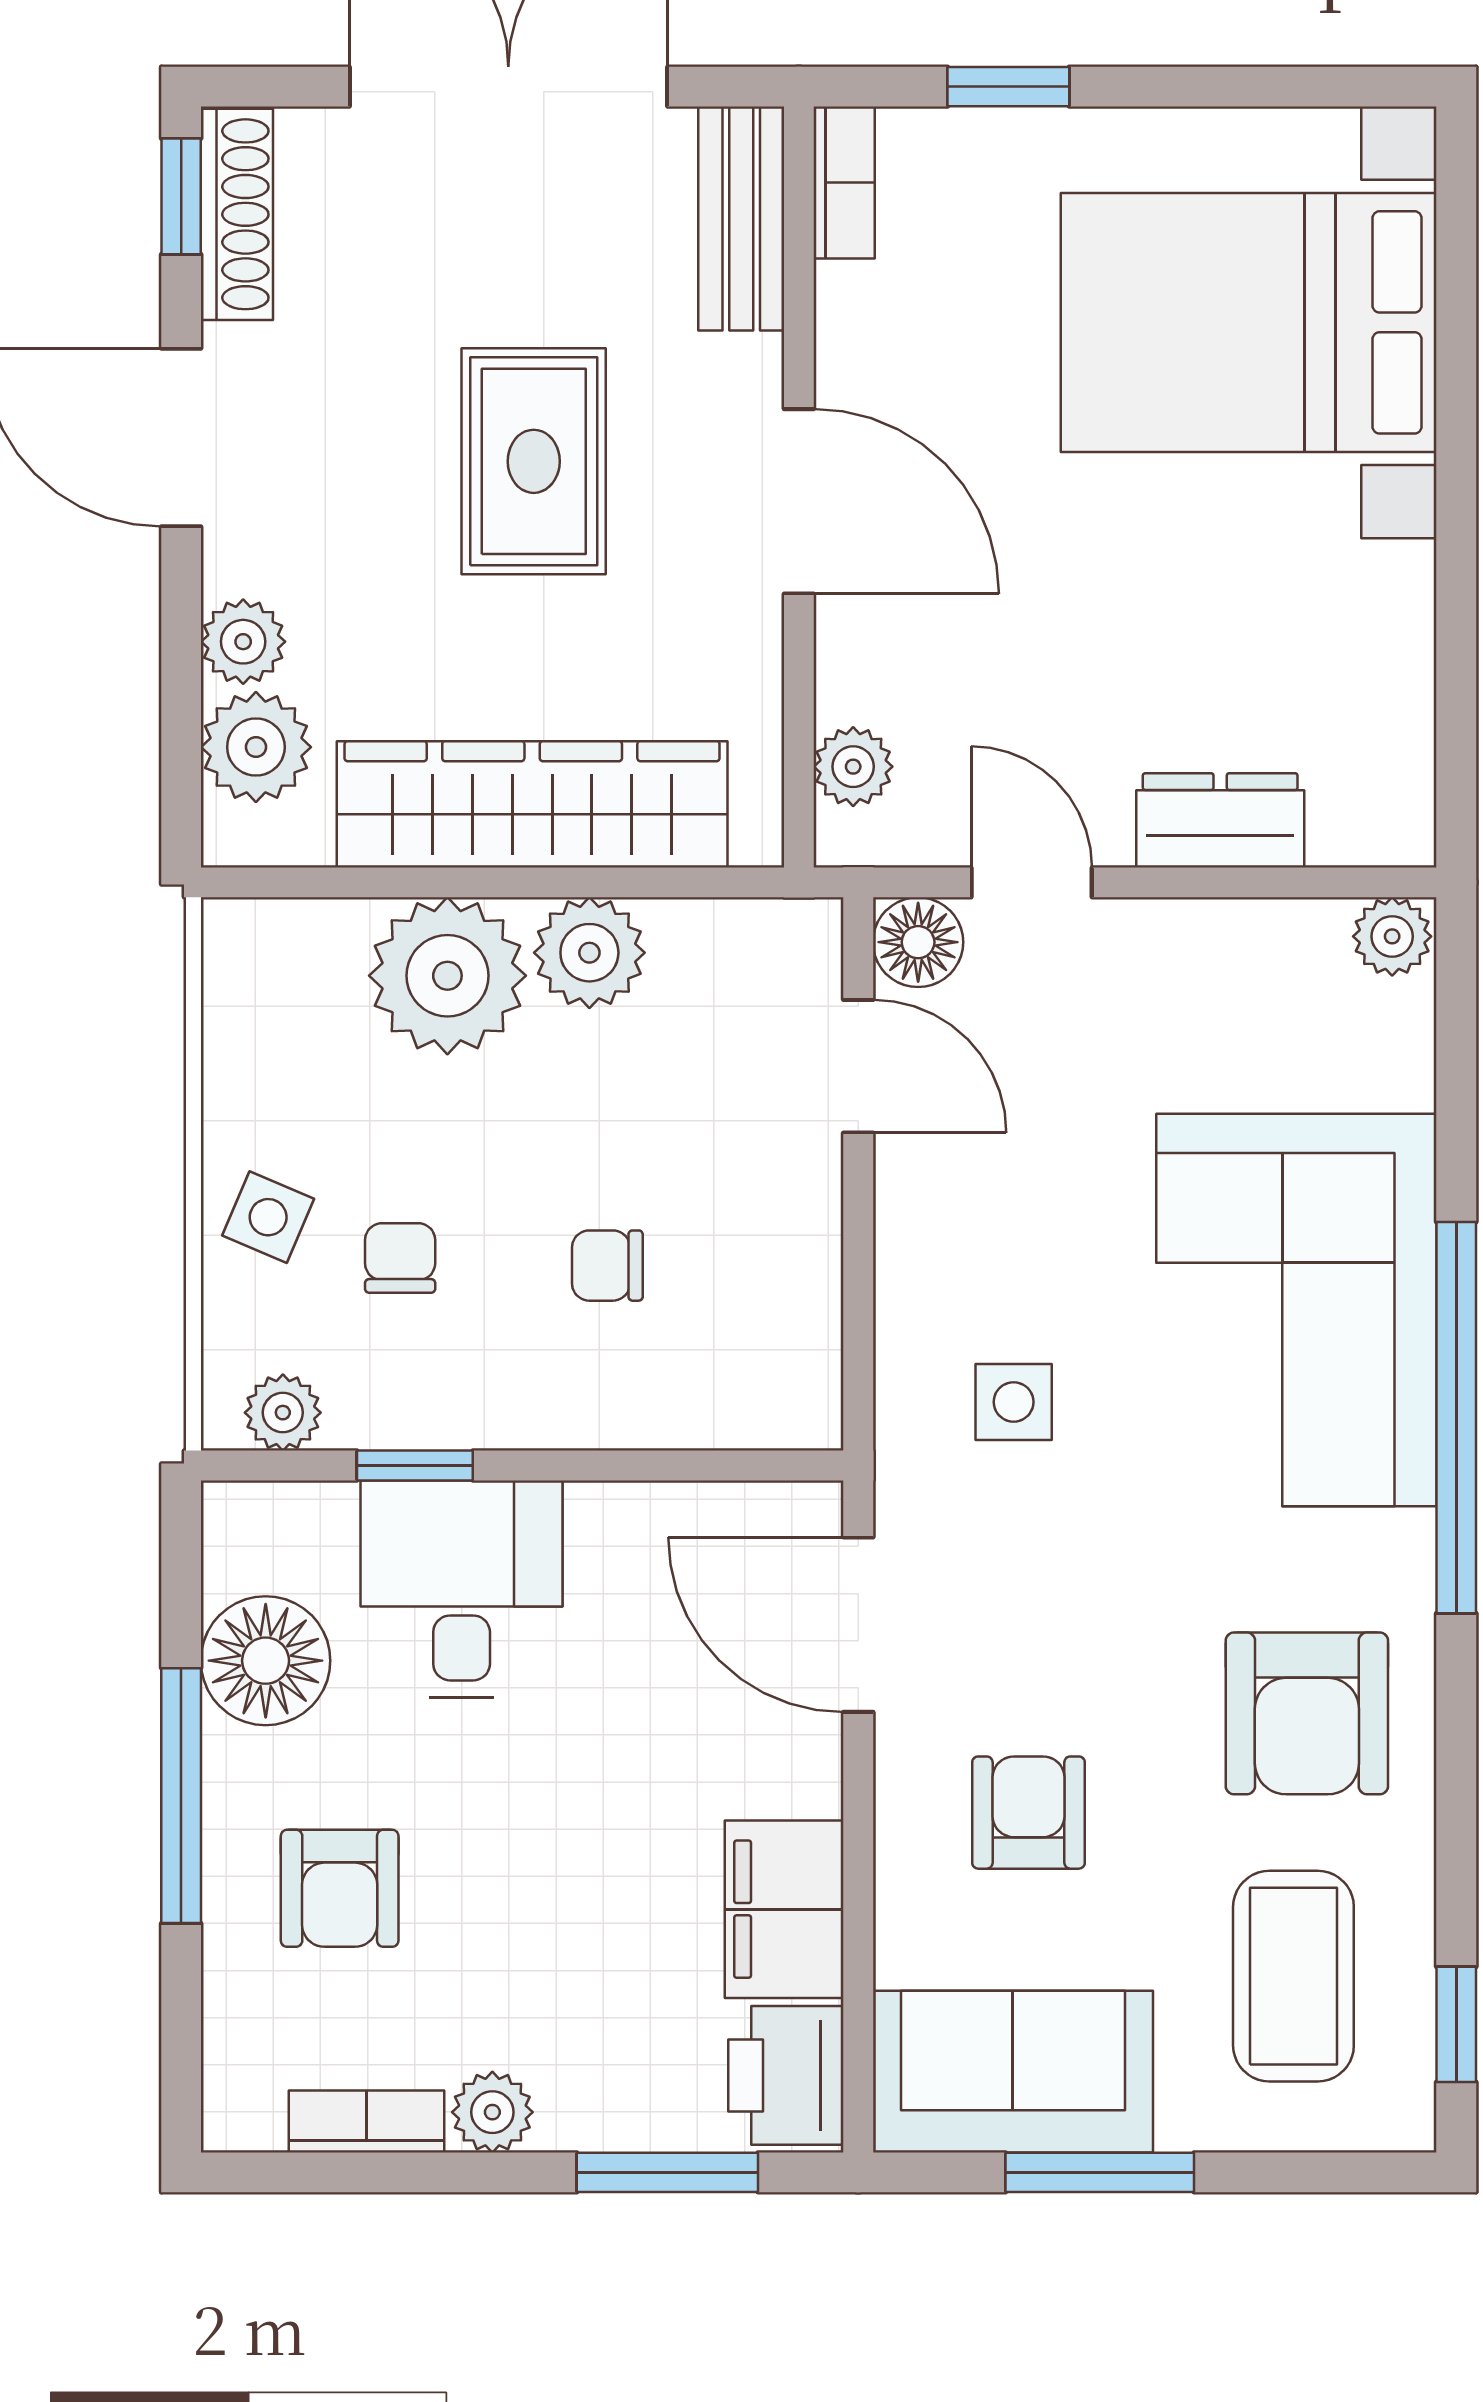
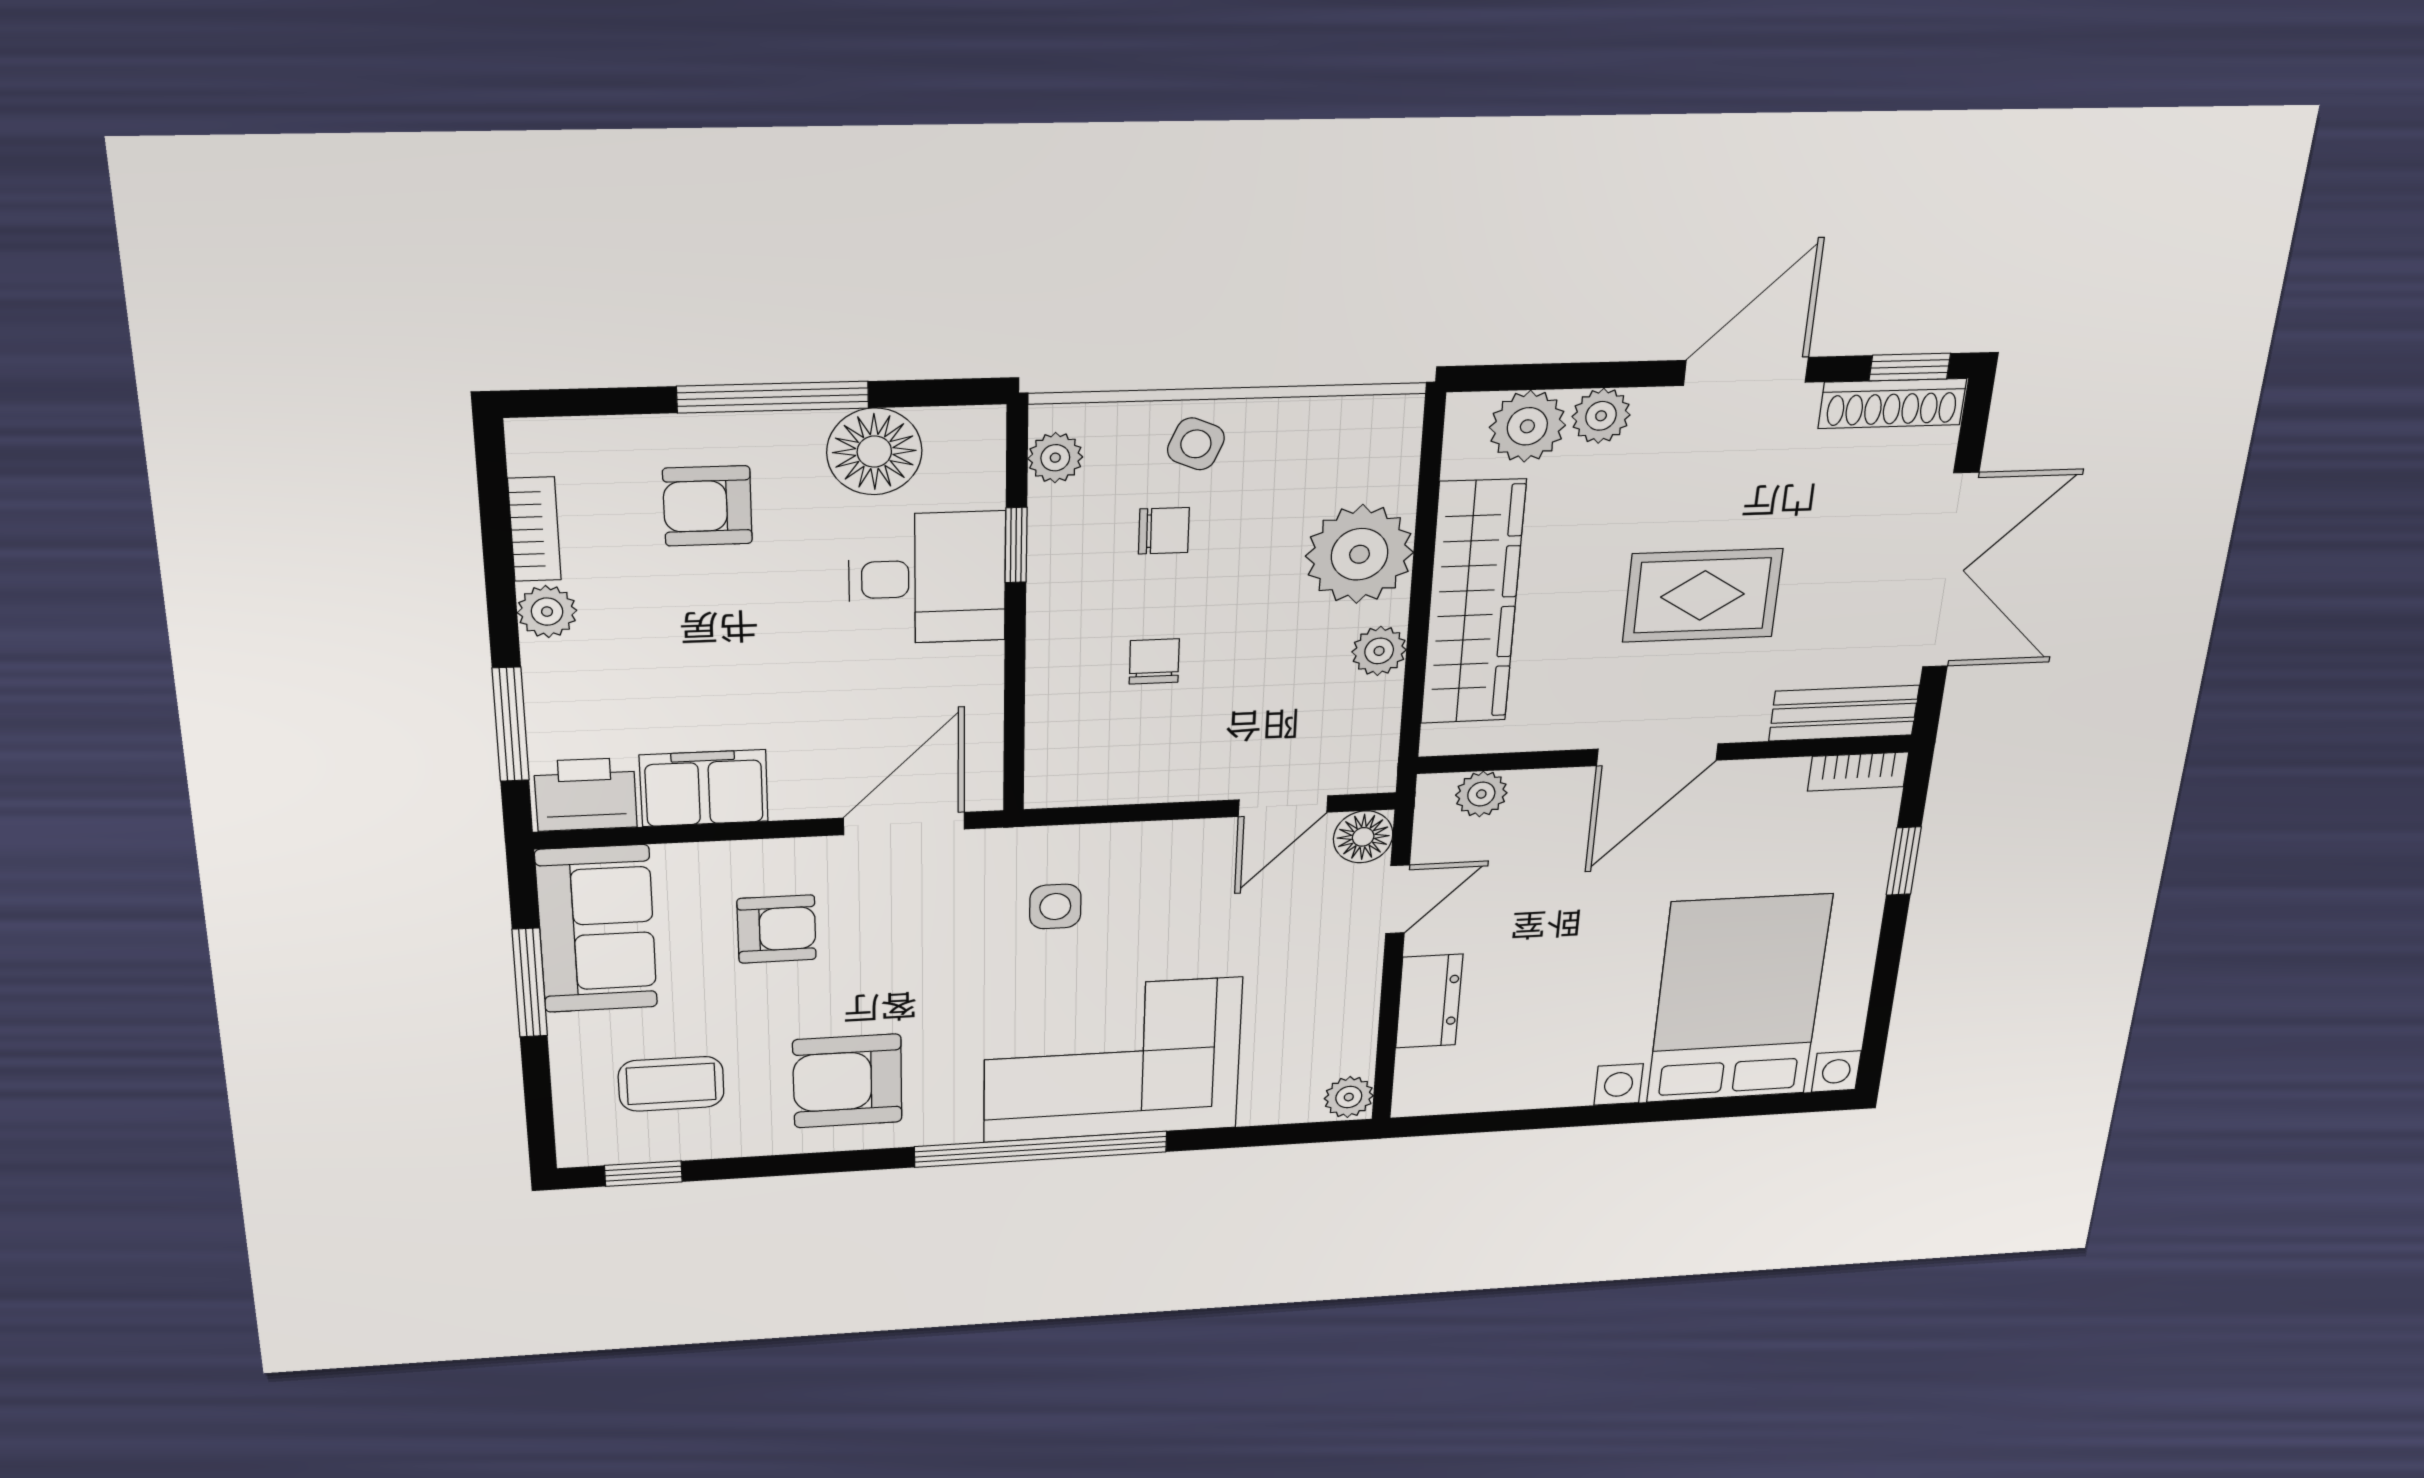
plant: (589, 953) -> (1379, 651), width x0.73, depth x0.73
coffee table: (1293, 1976) -> (671, 1084), width x0.73, depth x0.77

